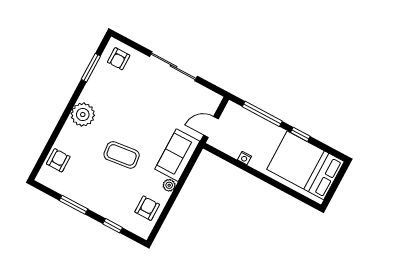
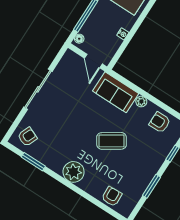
armchair: (119, 59) -> (27, 137), turned -67
floor lamp: (235, 109) -> (79, 39), added
coffee table: (122, 155) -> (111, 141), turned 64
armchair: (58, 160) -> (112, 196), turned 87

